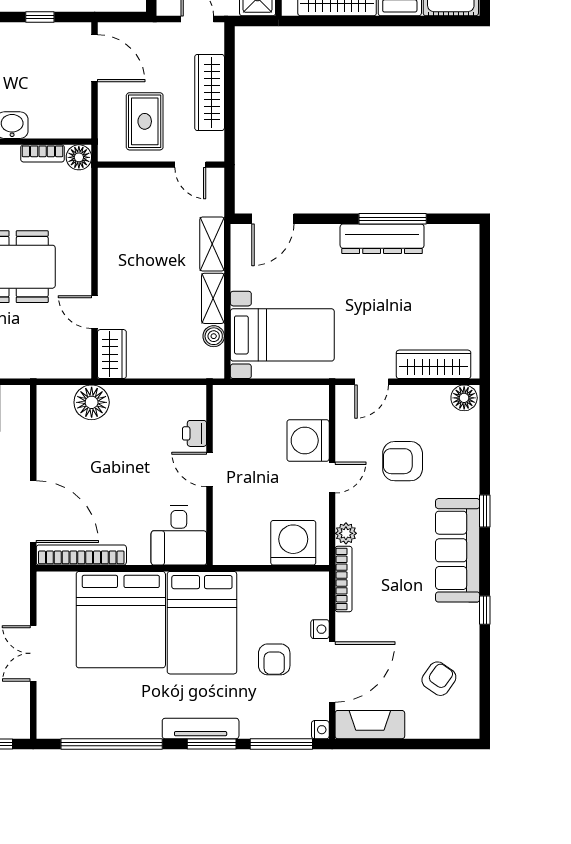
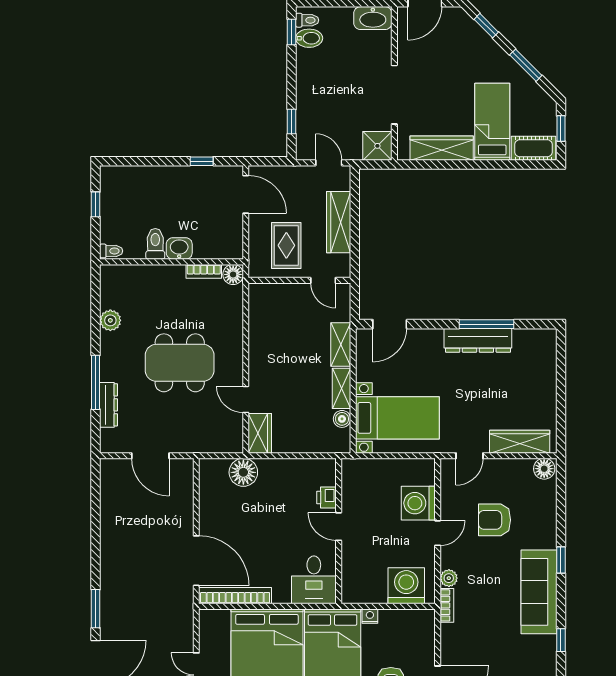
bookcase: (344, 579) -> (447, 605), width x0.64
nightstand: (320, 629) -> (370, 616), moved, turned -90

